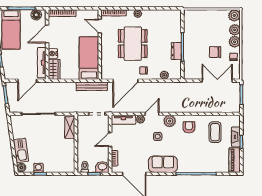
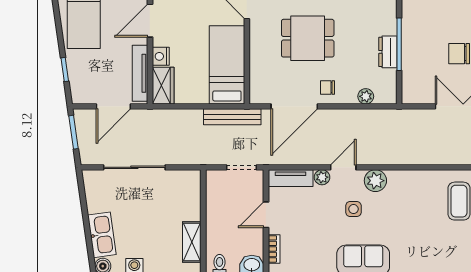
dining table: (133, 44) -> (308, 38), width x0.73
armchair: (189, 127) -> (411, 192), removed
shelving: (70, 128) -> (192, 242), moved

